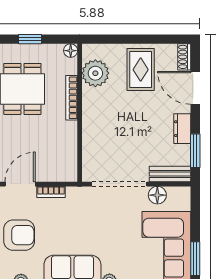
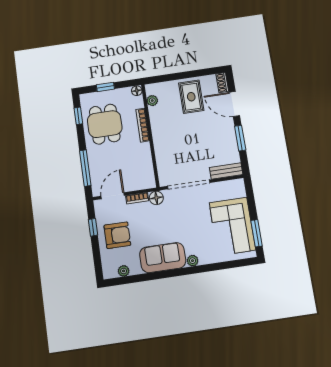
plant: (95, 73) -> (152, 101), width x0.53, depth x0.53
dresser: (182, 129) -> (230, 136), removed
window: (195, 151) -> (240, 138), moved
floor lamp: (157, 195) -> (156, 198), moved

